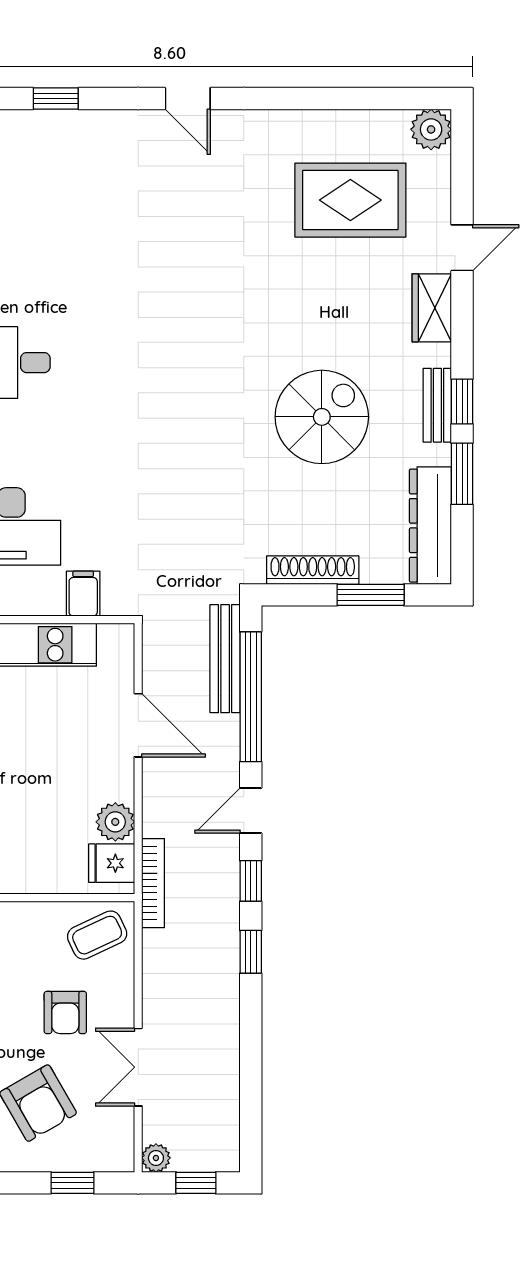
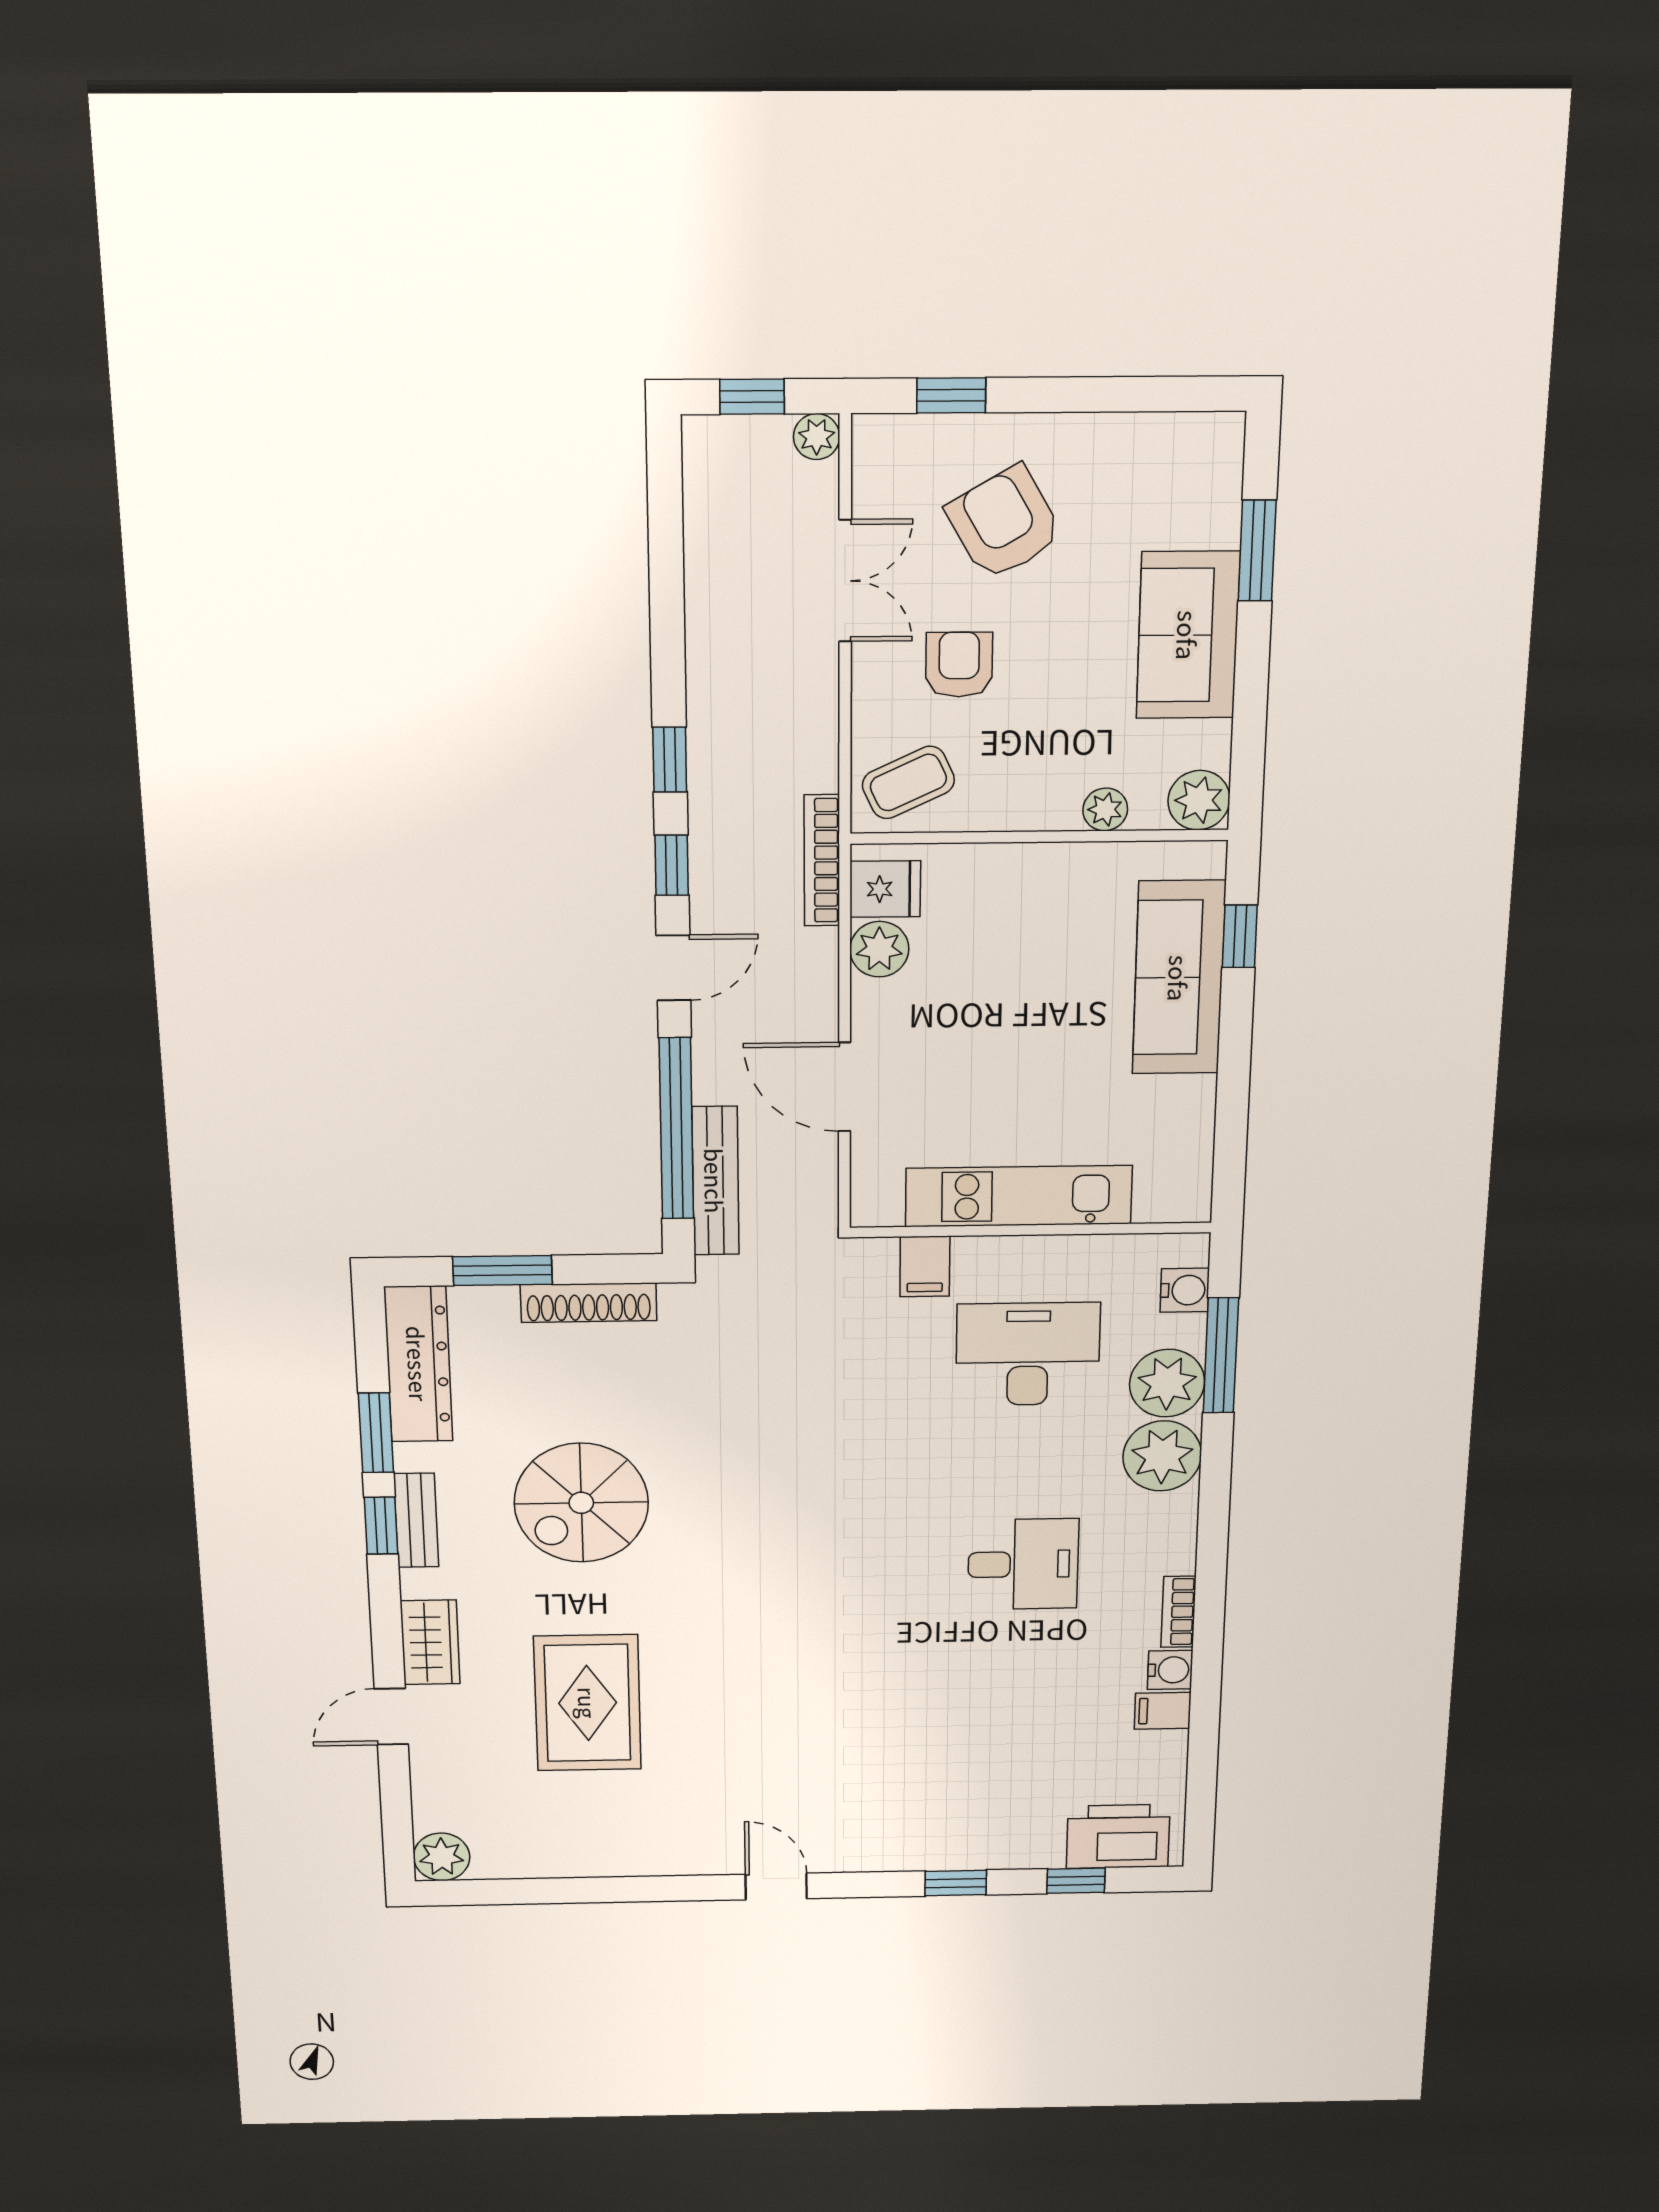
rug: (350, 200) -> (588, 1703), moved, turned 90

